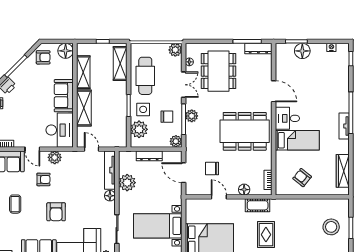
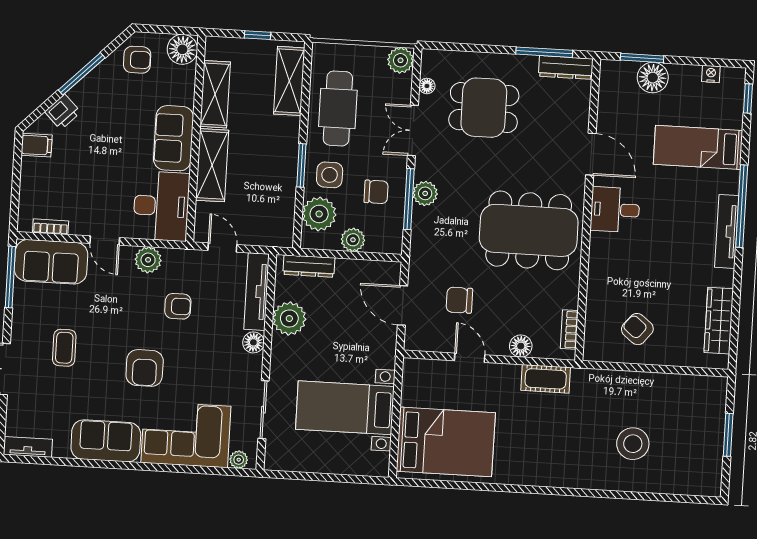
dining table: (219, 71) -> (484, 108), width x0.73
double door: (184, 85) -> (413, 130), swing flipped
tv unit: (344, 126) -> (727, 231), width x1.41
bed: (297, 140) -> (698, 147), moved, turned 180
plant: (176, 141) -> (353, 240), moved
dresser: (149, 156) -> (309, 266), moved
armchair: (43, 179) -> (178, 306), moved
stool: (331, 227) -> (633, 444), moved
rug: (266, 235) -> (559, 438), removed

